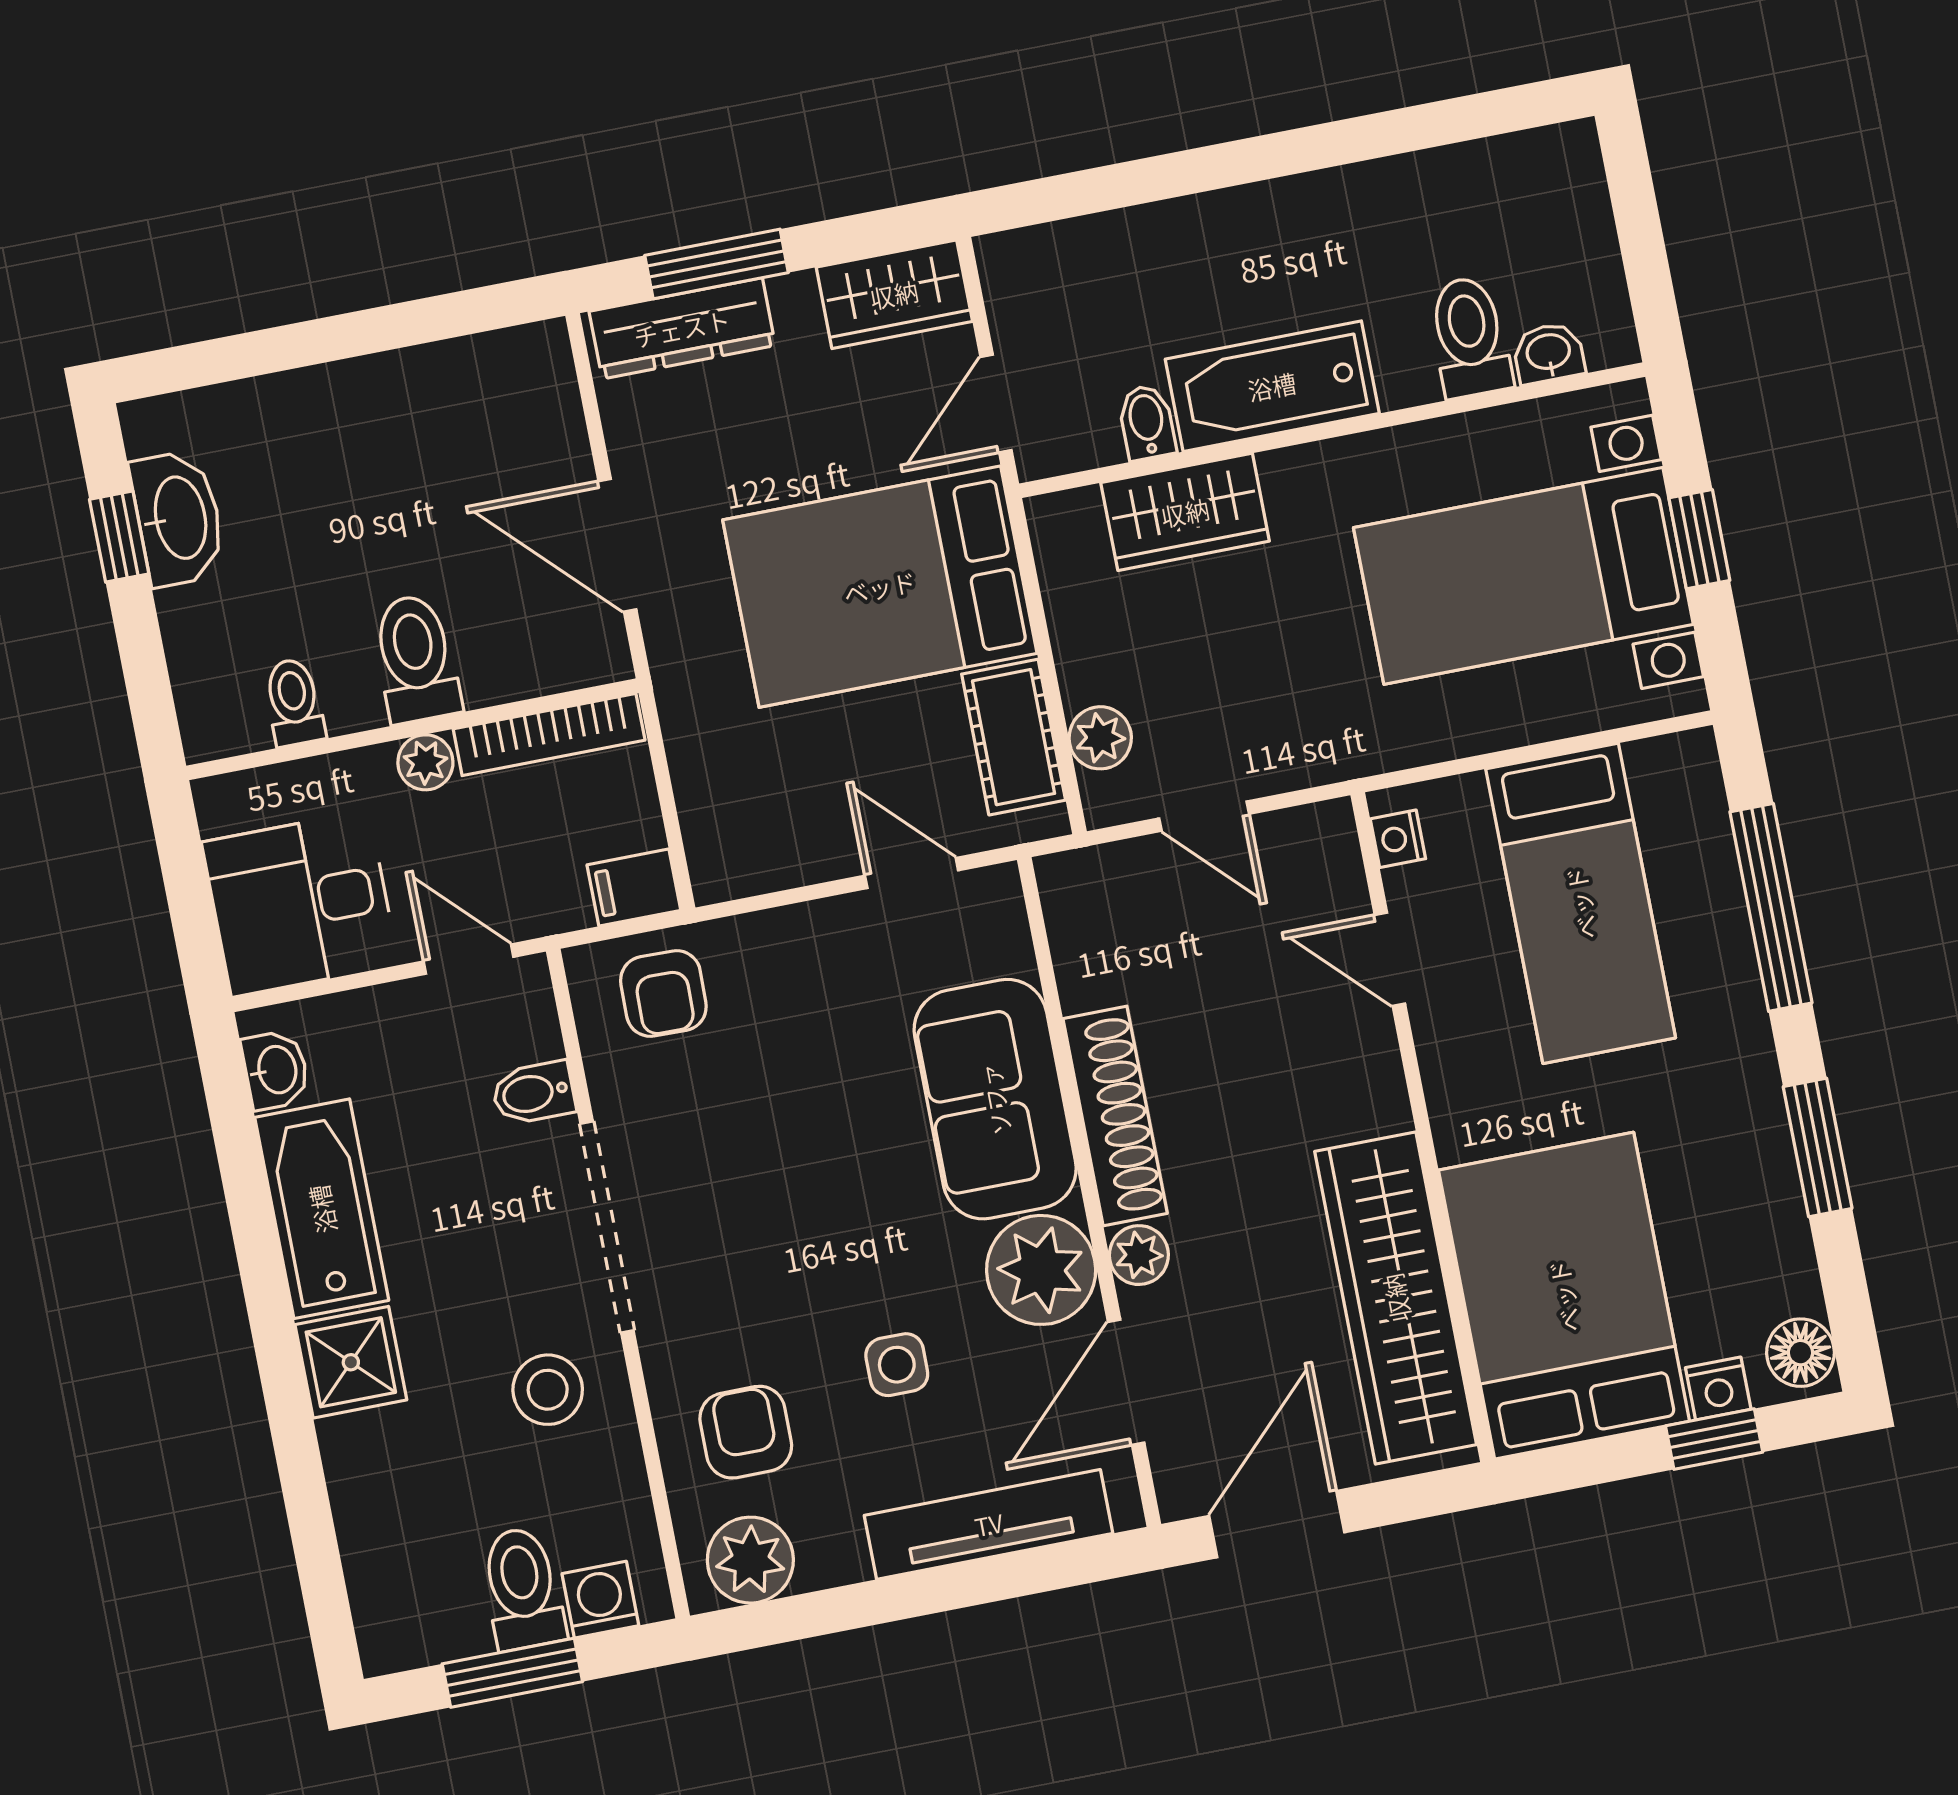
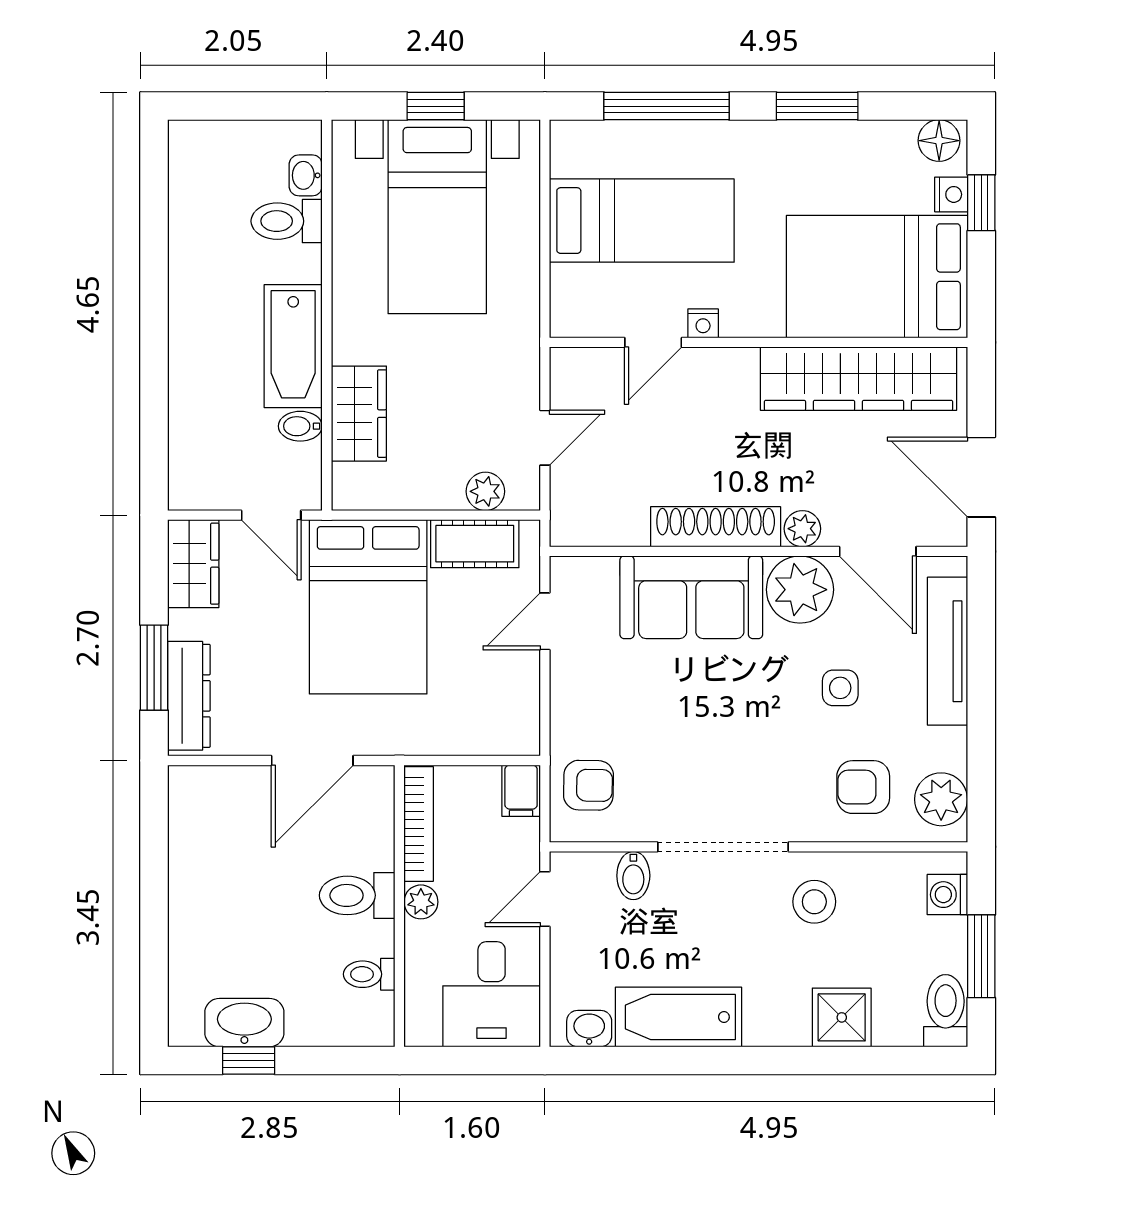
nightstand: (1398, 839) -> (703, 323), moved
shower: (351, 1362) -> (842, 1017), moved
toilet: (523, 1588) -> (946, 1011), moved, turned 90

